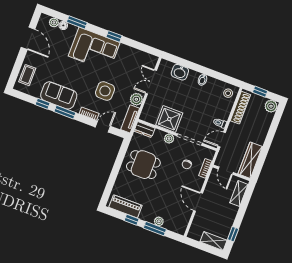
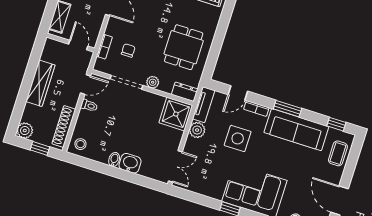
washbasin: (180, 72) -> (130, 163), moved
double door: (151, 82) -> (175, 166), moved
sofa: (59, 95) -> (296, 130), width x1.36
window: (43, 104) -> (336, 124), moved
shower: (169, 119) -> (176, 114), moved
wardrobe: (250, 160) -> (40, 83), moved
dining table: (143, 165) -> (184, 47), turned 90

